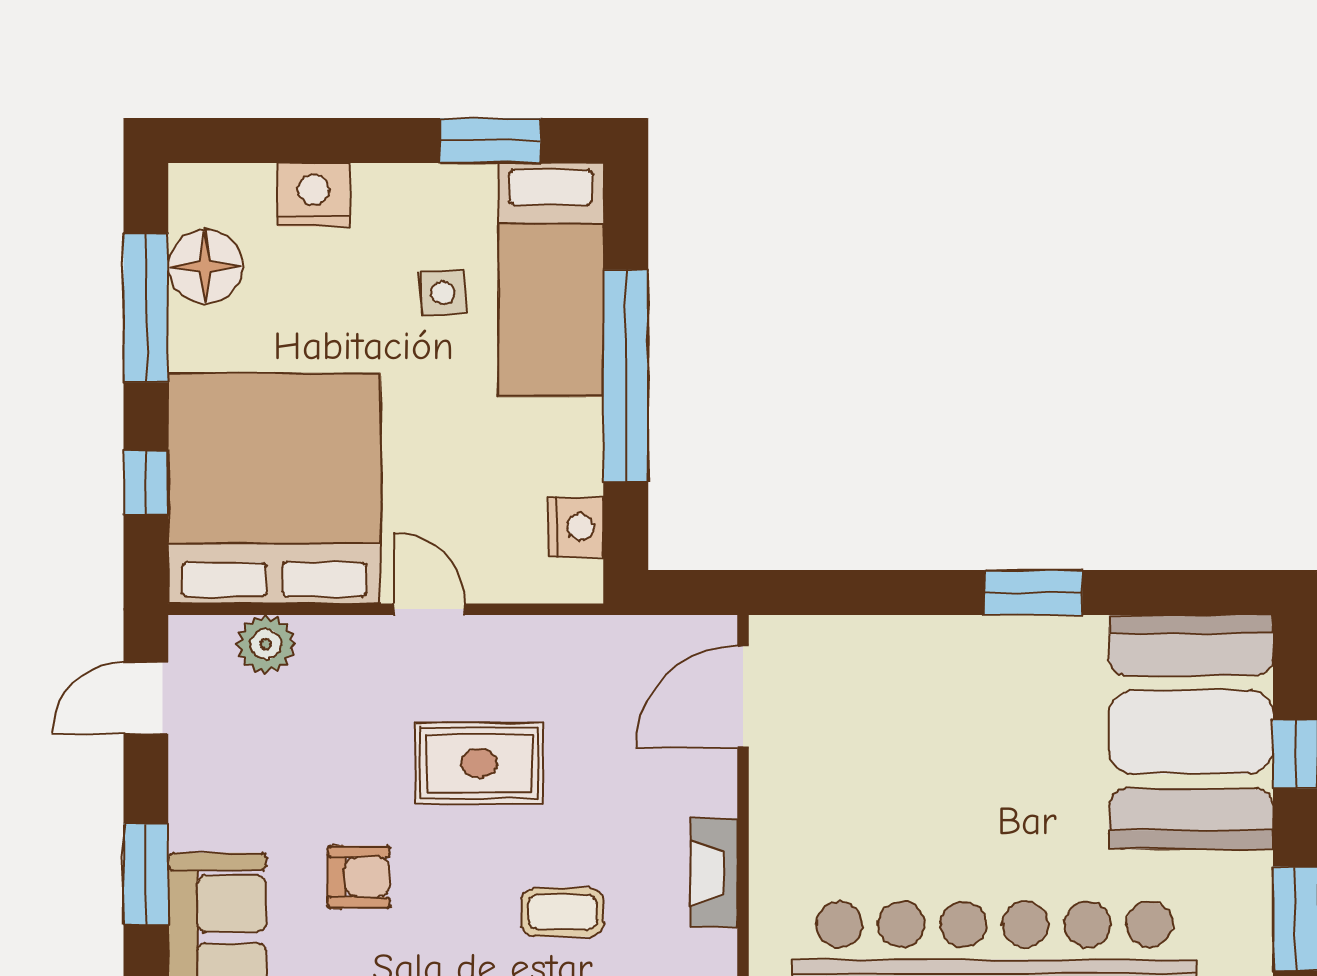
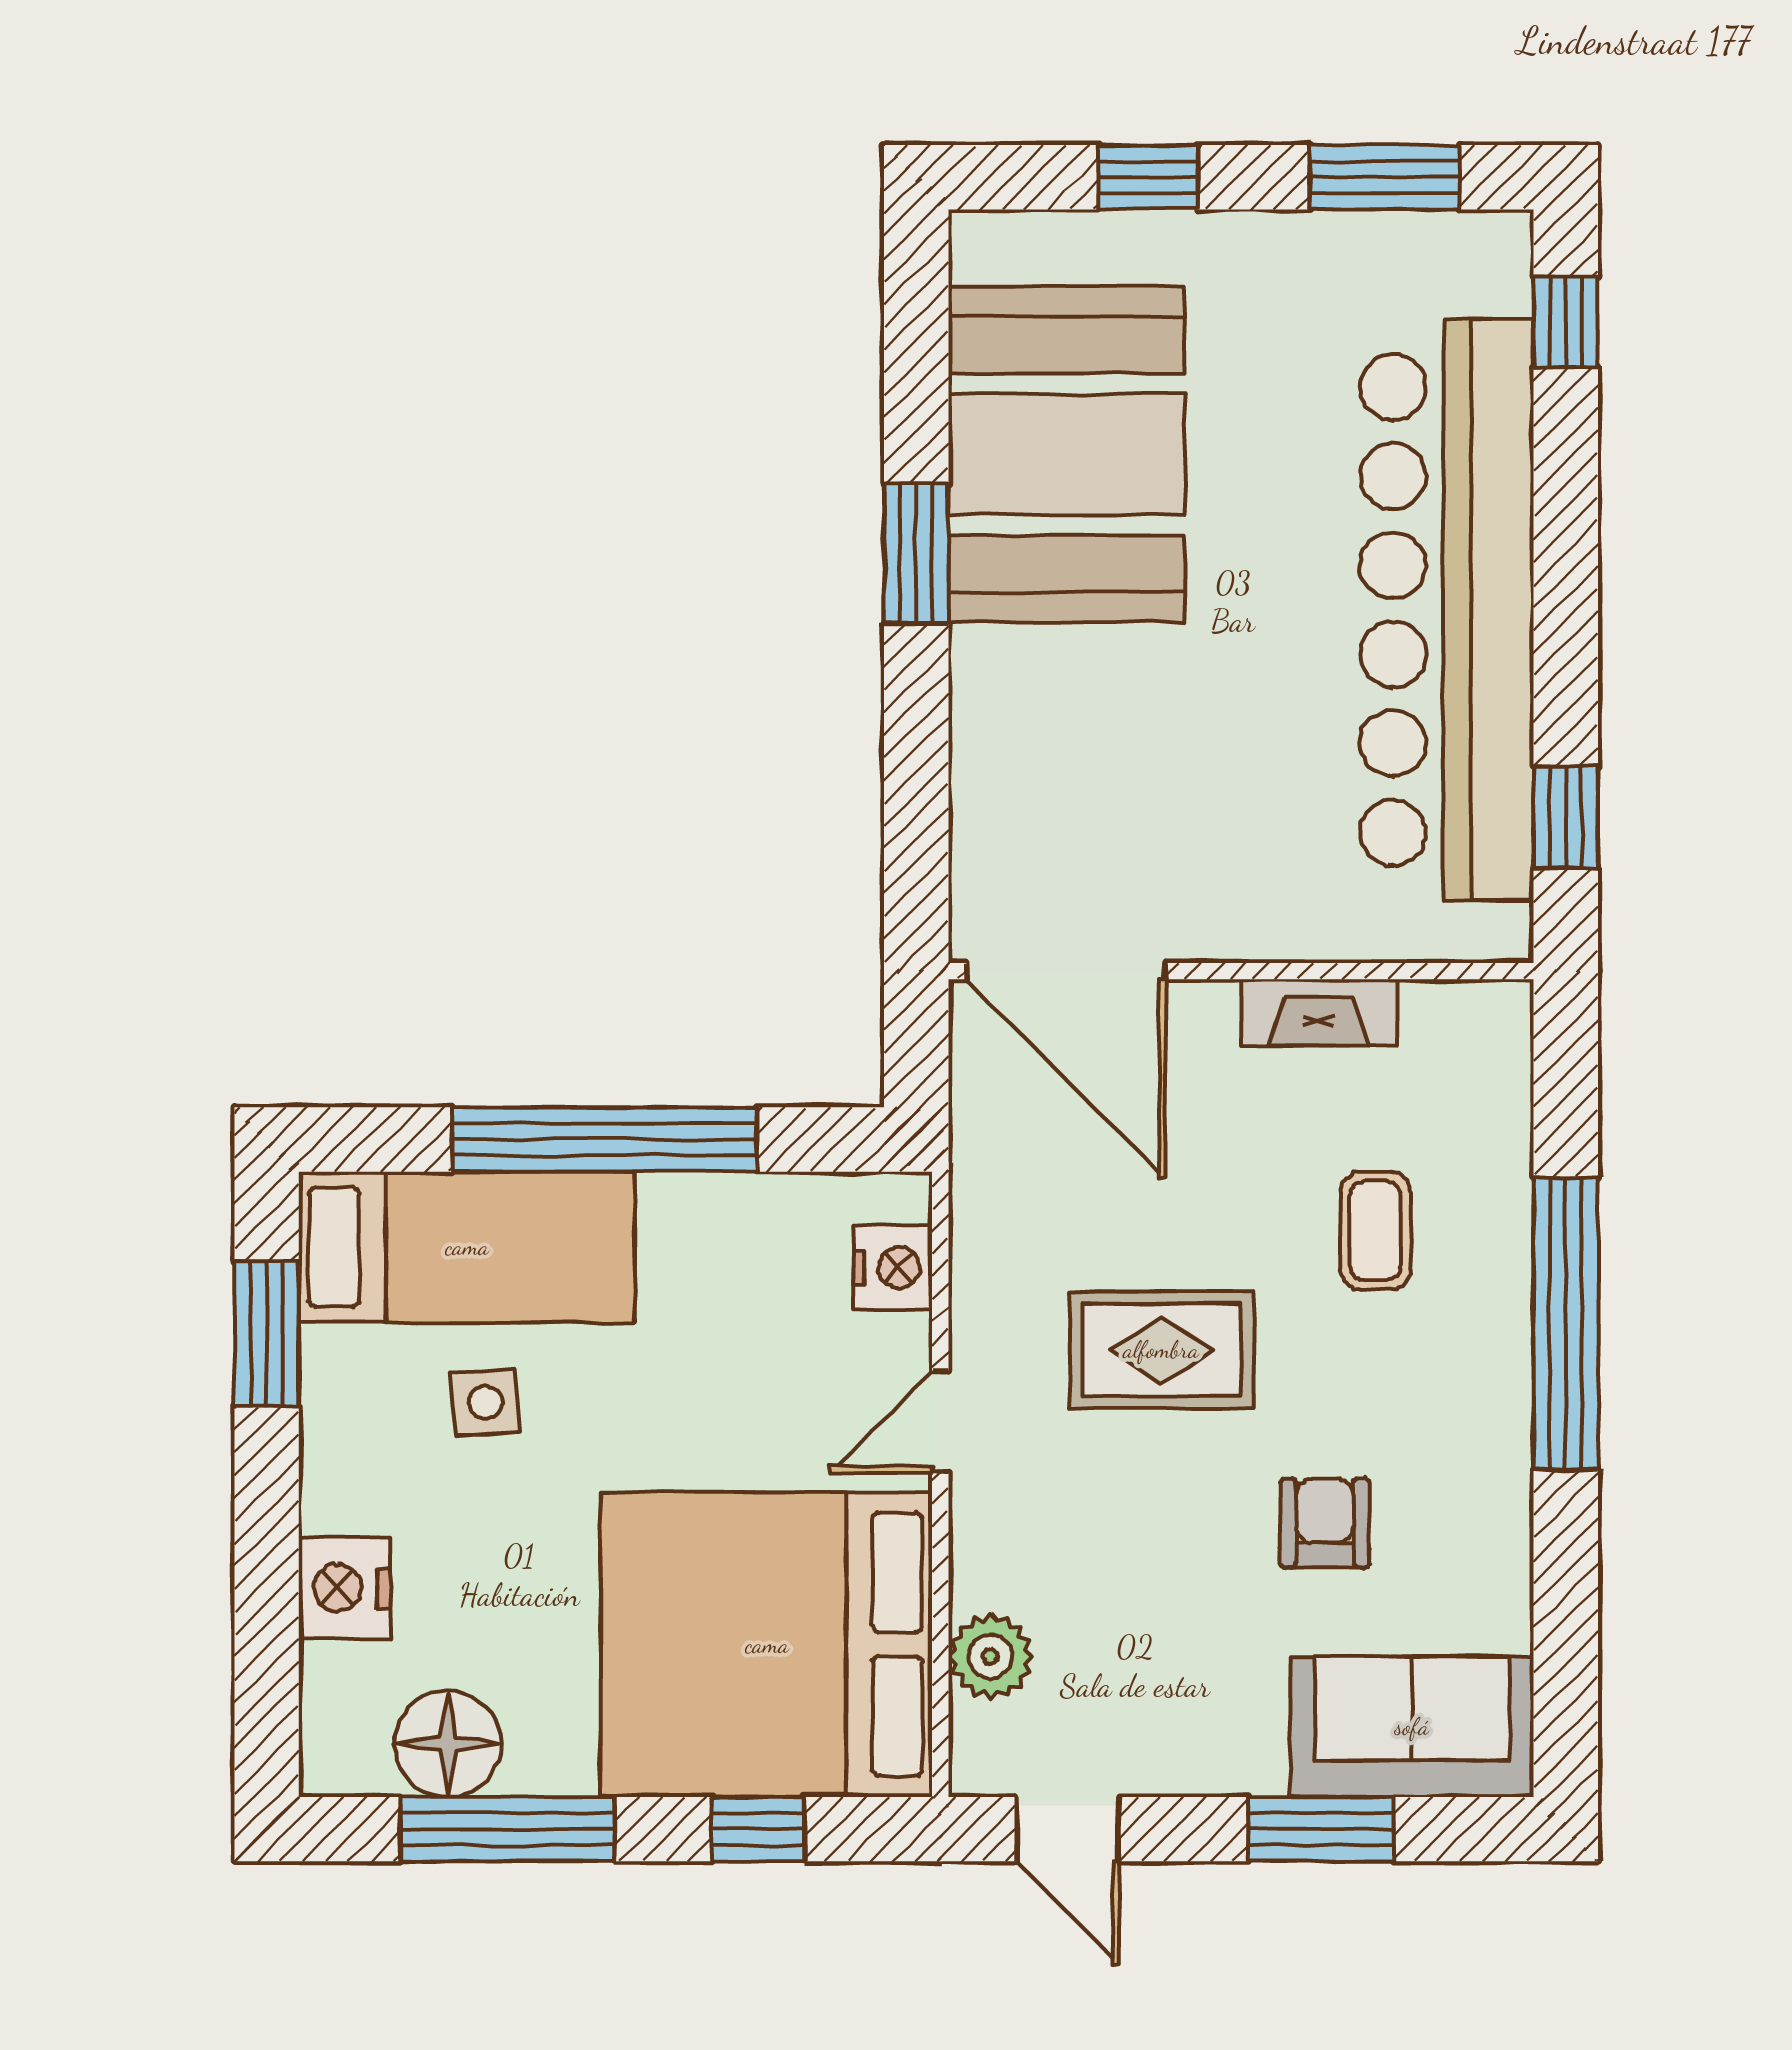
nightstand: (576, 527) -> (893, 1268), moved, turned 90
door: (743, 697) -> (1066, 971), width x1.36
booth: (1191, 732) -> (1066, 454), moved, turned 90
rug: (479, 763) -> (1161, 1350), turned 90

